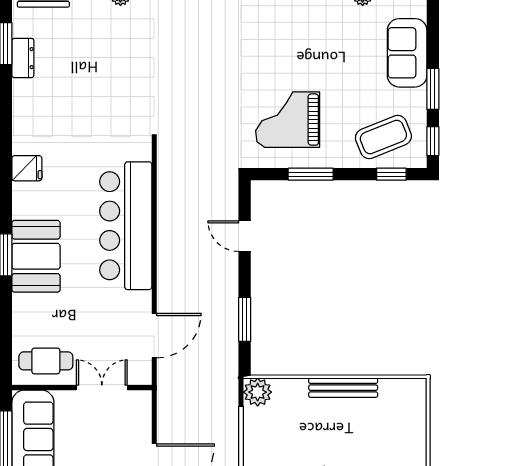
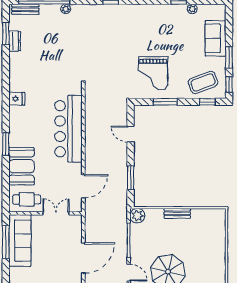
grand piano: (288, 120) -> (153, 73), turned -90
booth: (36, 256) -> (22, 166), moved
bench: (343, 388) -> (177, 213), width x0.73

